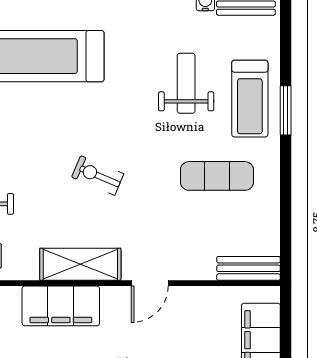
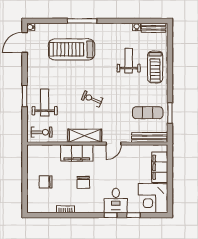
window: (286, 110) -> (170, 113), moved
exercise mat: (217, 176) -> (148, 113), moved
bench: (248, 268) -> (150, 137), width x1.36

